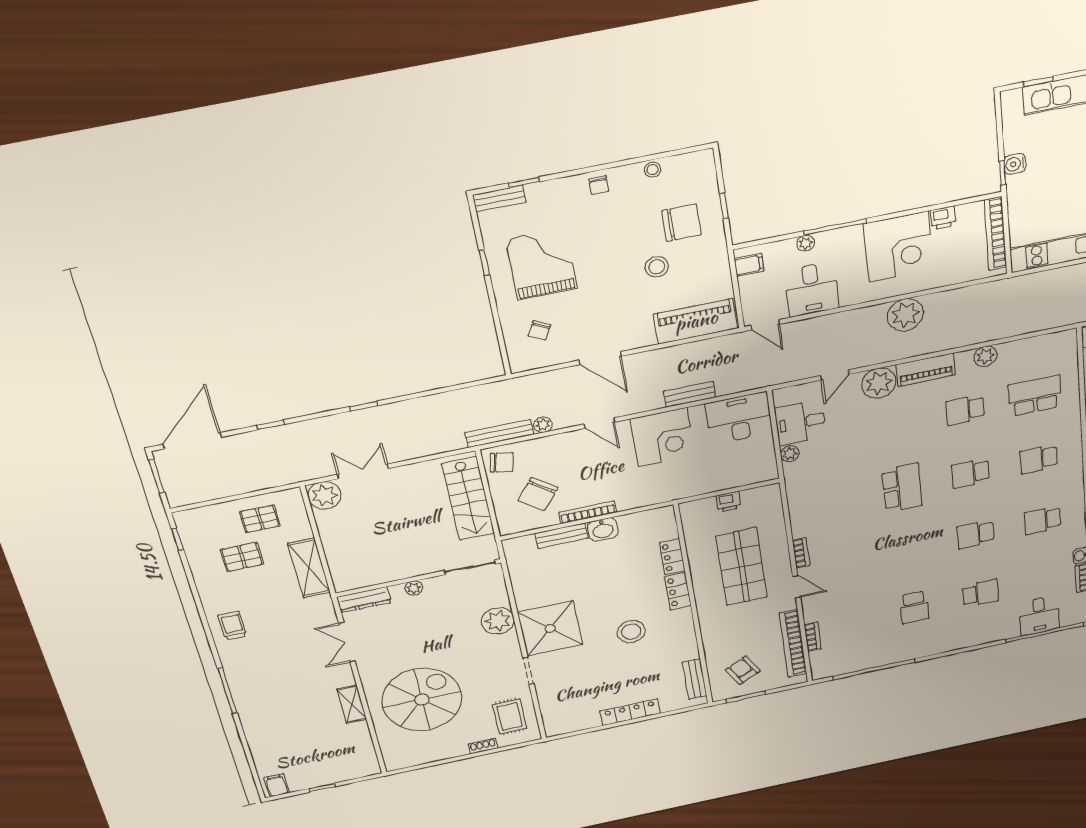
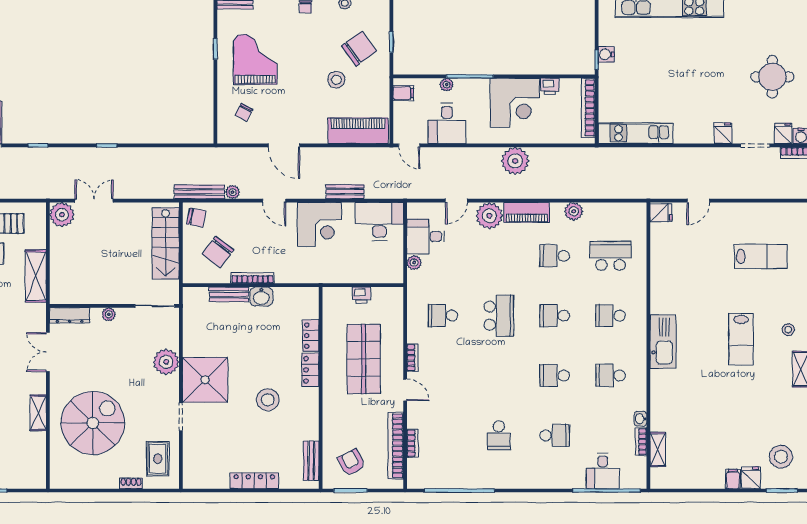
chair: (681, 223) -> (359, 49), turned -36
school desk: (833, 502) -> (443, 316), added

